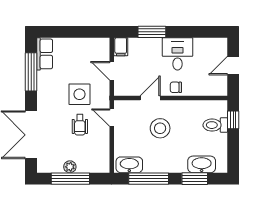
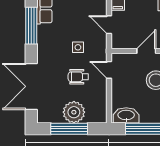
side table: (79, 94) -> (78, 47), width x0.54, depth x0.54
wheelchair: (80, 125) -> (78, 77), turned 90
plant: (70, 167) -> (74, 112), width x1.88, depth x1.88

